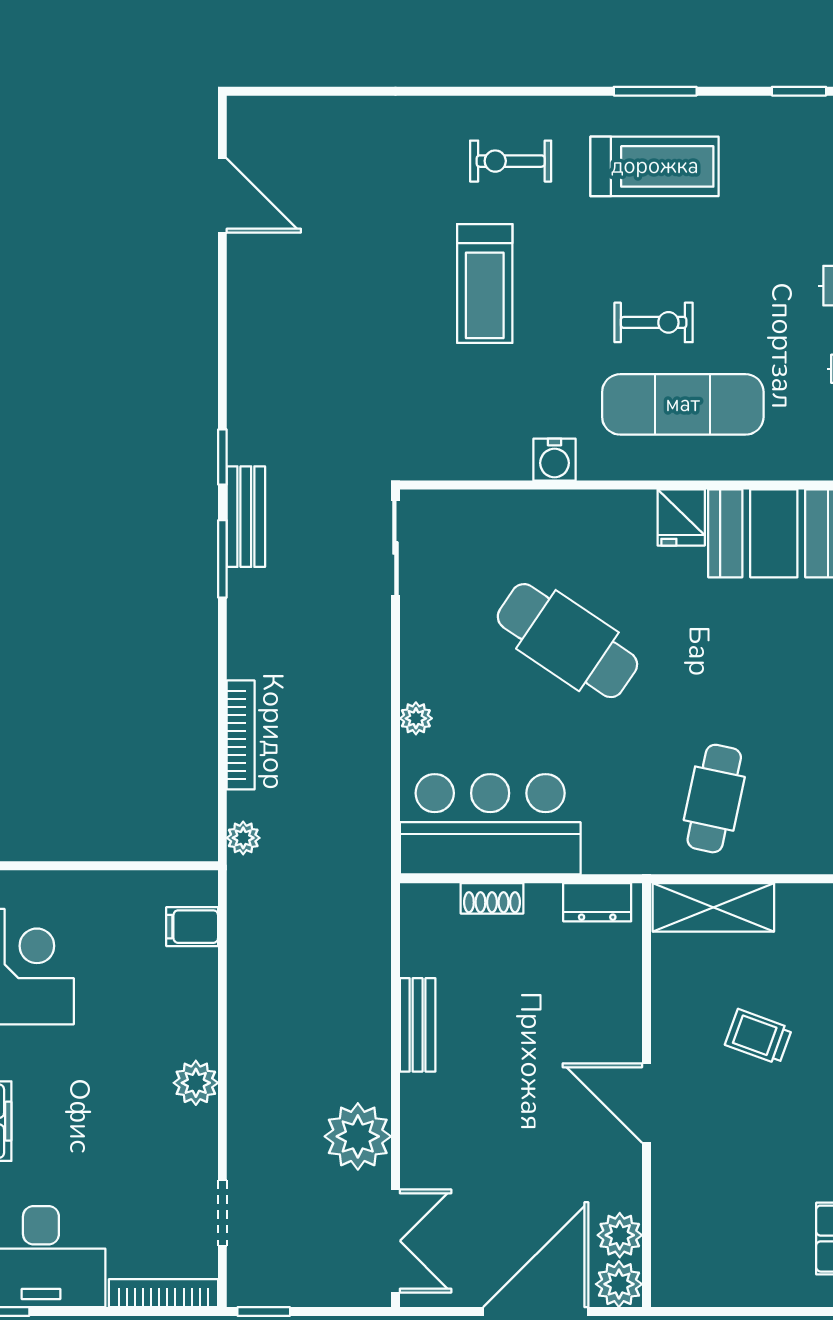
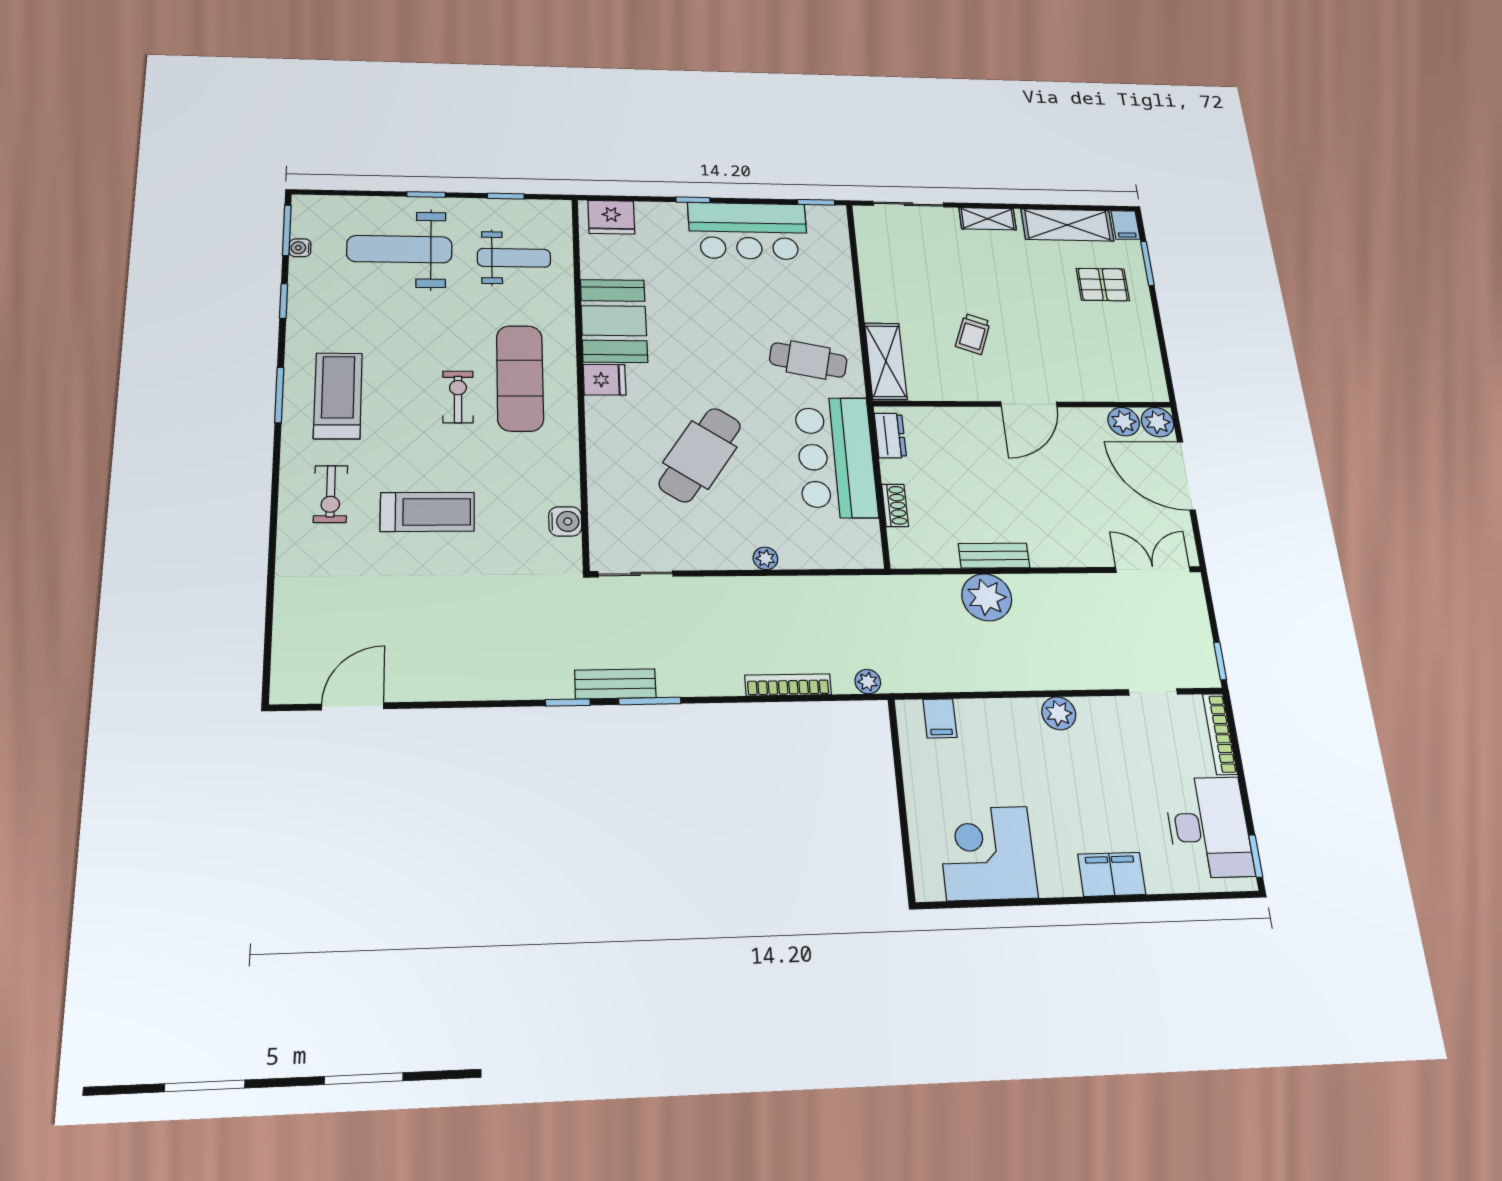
water cooler: (555, 460) -> (565, 521), moved
bar counter: (490, 824) -> (836, 457), moved
plant: (358, 1136) -> (987, 597), moved

